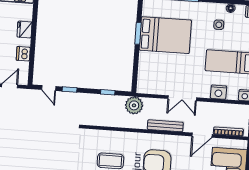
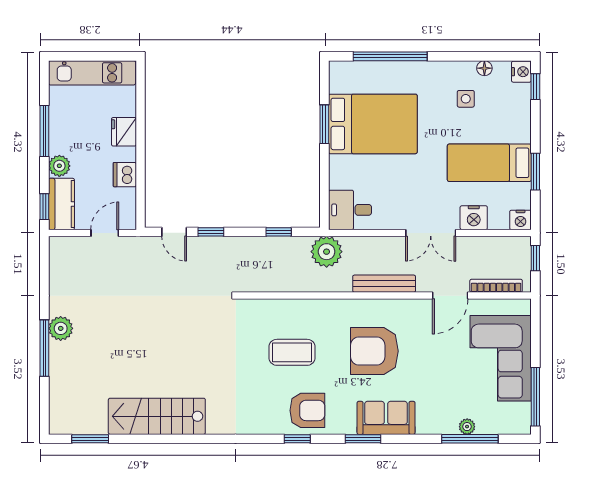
desk: (149, 83) -> (350, 210), added
double door: (182, 98) -> (431, 233), moved

